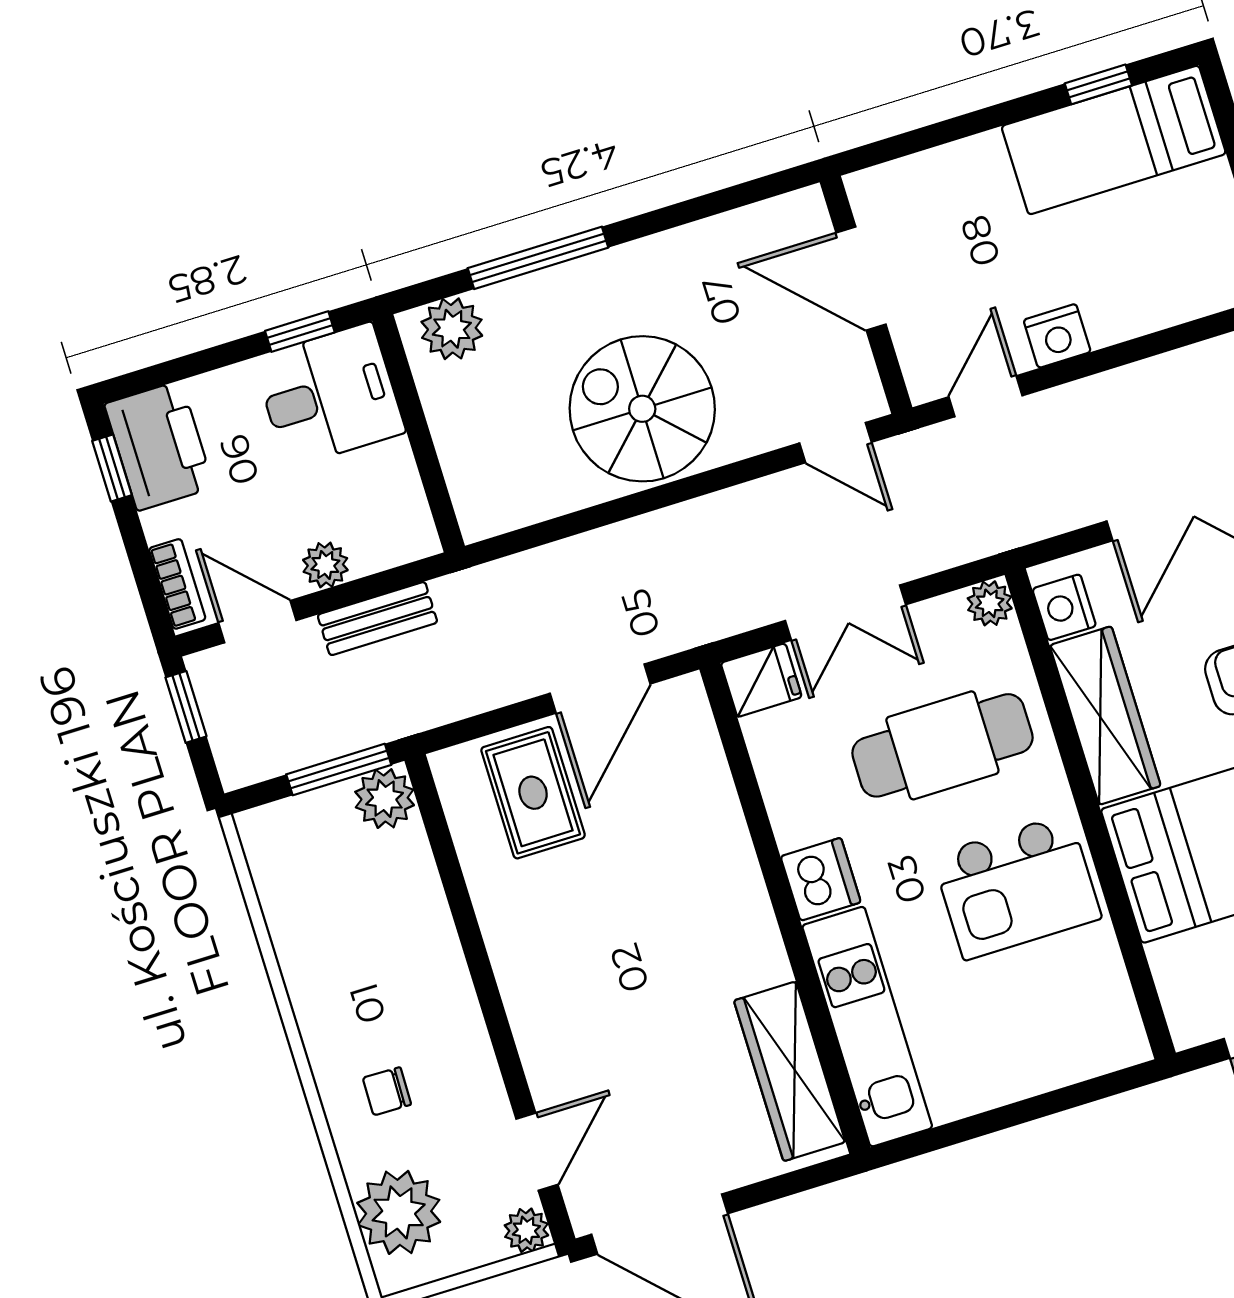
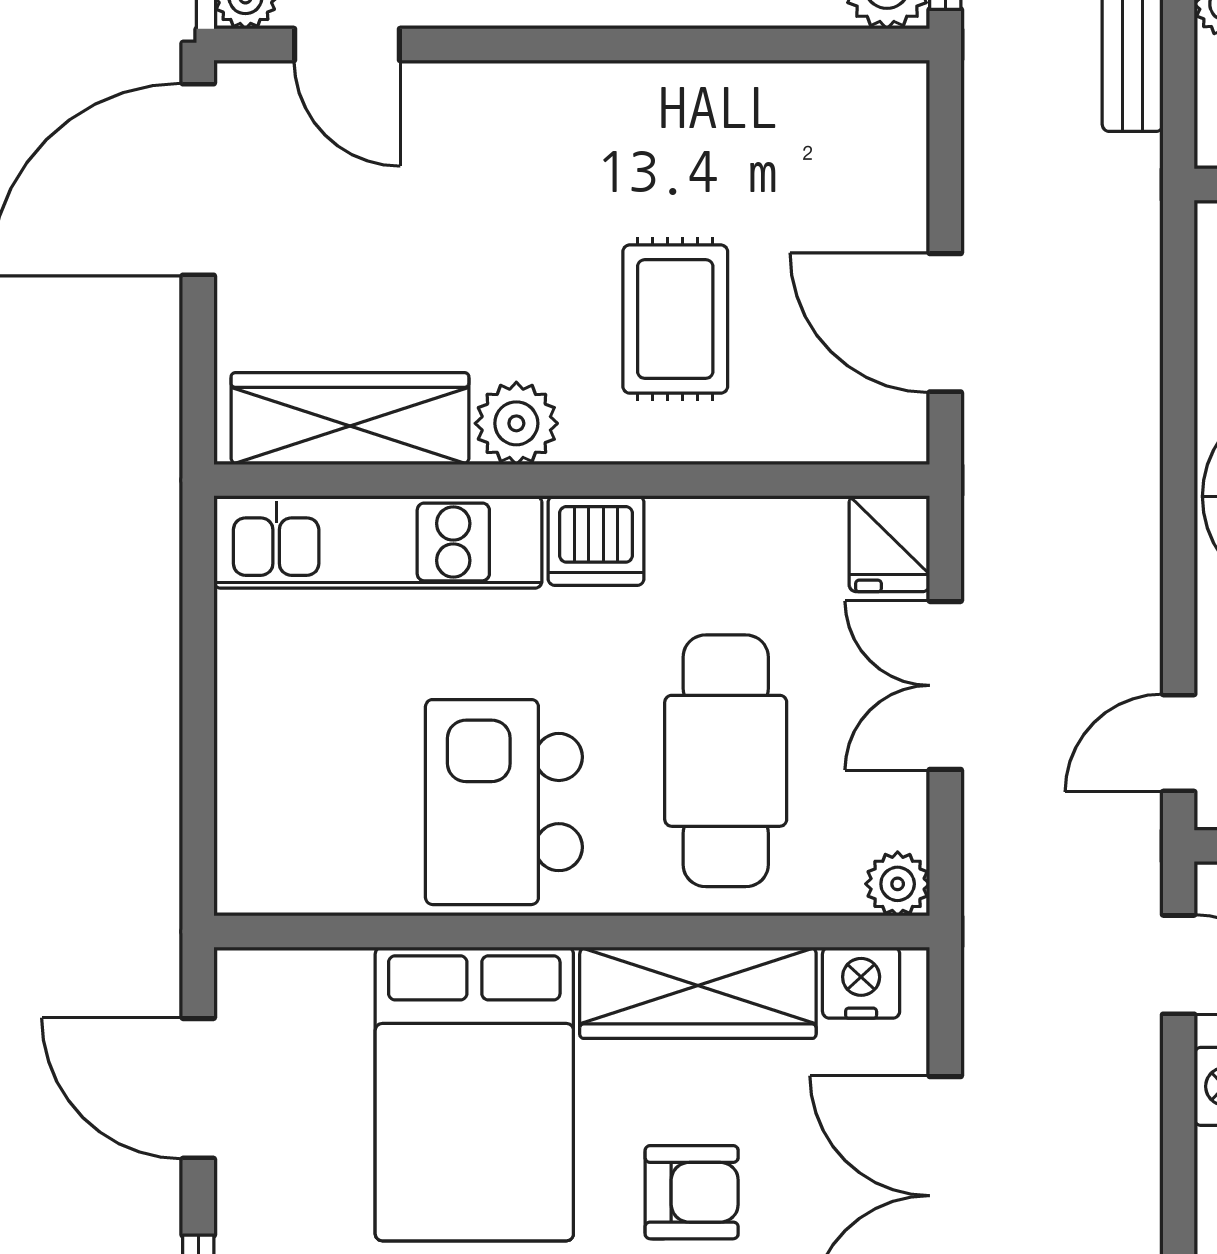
rug: (533, 793) -> (675, 319), moved, turned 90
plant: (758, 958) -> (516, 423), added

